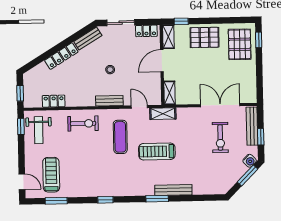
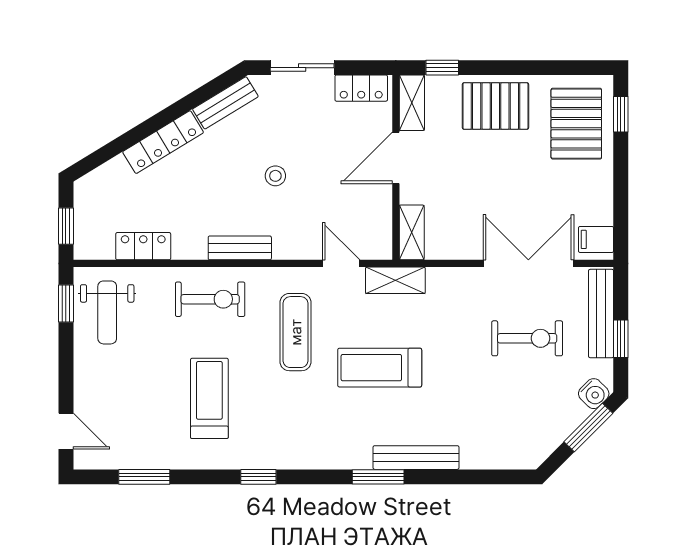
filing cabinet: (249, 94) -> (596, 239), added
bench: (109, 101) -> (240, 248), moved
exercise bike: (220, 137) -> (527, 338), turned -90
treadmill: (51, 175) -> (209, 398), moved

